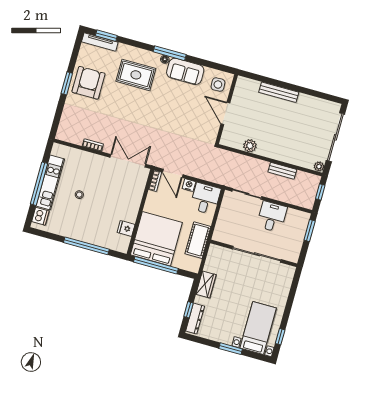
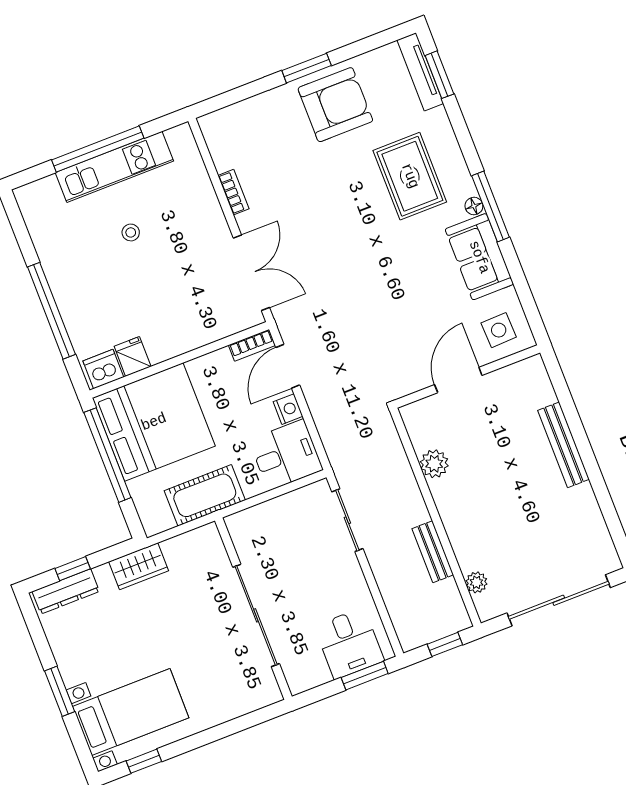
plant: (319, 167) -> (477, 582), moved
dishwasher: (40, 216) -> (103, 369), moved, turned 180
desk: (272, 217) -> (349, 643), moved, turned 90

